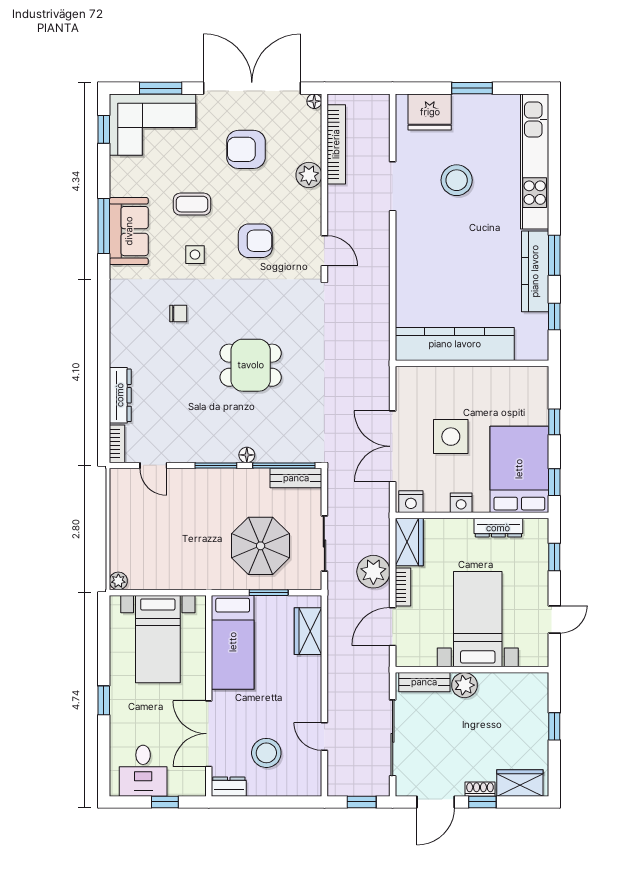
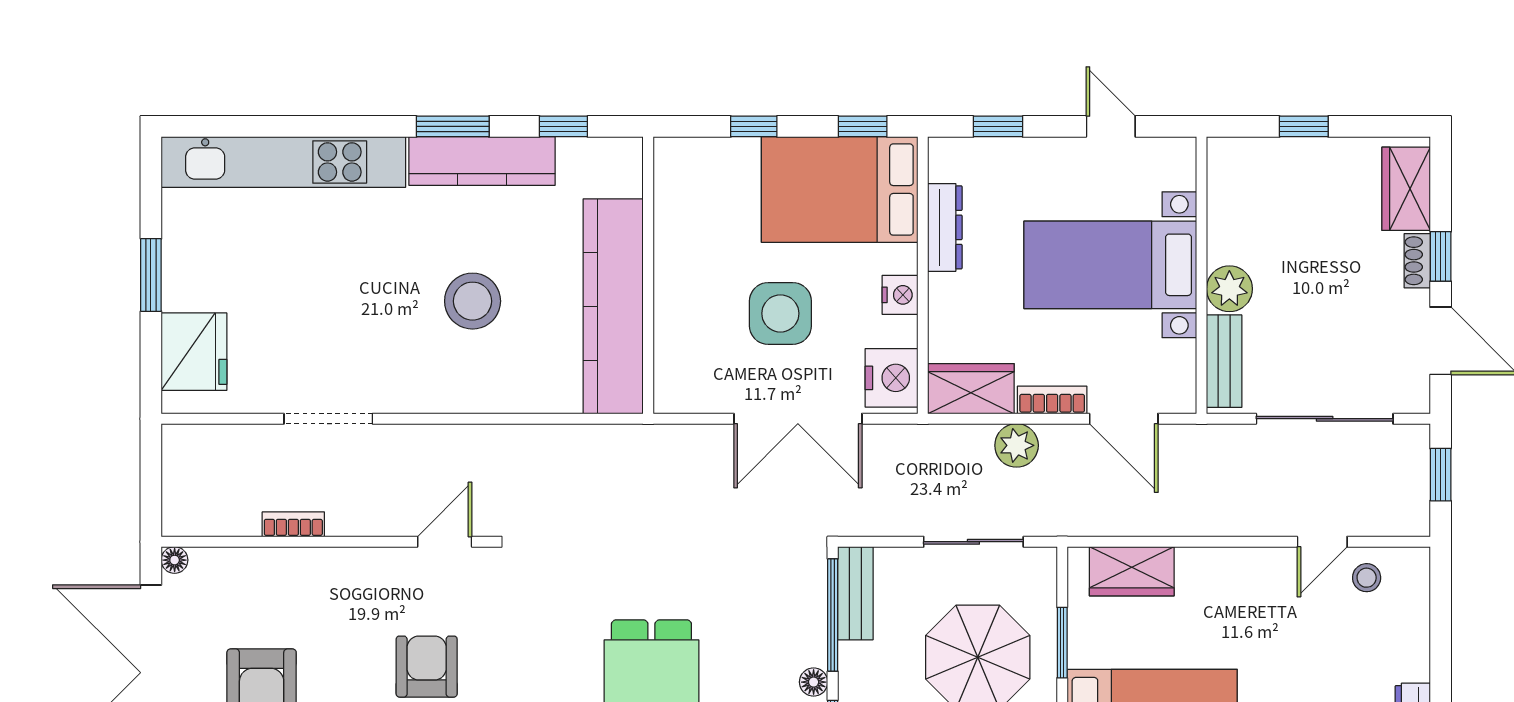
bookcase: (336, 144) -> (293, 524), width x0.43, depth x0.76
plant: (309, 175) -> (308, 570), removed
stool: (457, 180) -> (473, 301), moved
nightstand: (411, 502) -> (892, 378), width x1.36, depth x1.33
plant: (373, 572) -> (1017, 445), width x0.73, depth x0.73
stool: (266, 753) -> (1367, 578), moved, width x0.53, depth x0.53

